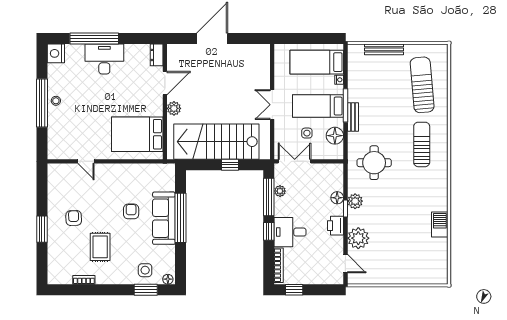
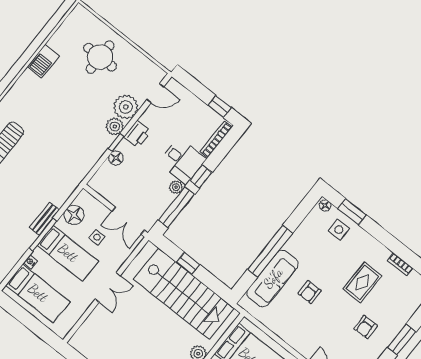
round table: (374, 163) -> (100, 57), moved
plant: (280, 191) -> (176, 187), moved
plant: (355, 201) -> (115, 127), moved
sofa: (164, 218) -> (273, 278), moved
door: (345, 264) -> (155, 93), swing flipped

